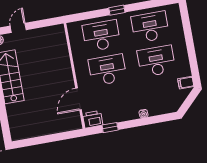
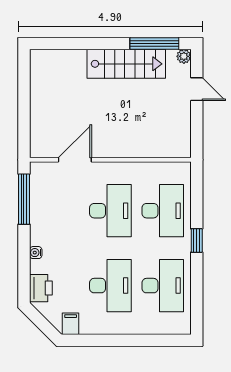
door: (79, 99) -> (75, 160), hinge flipped
printer: (93, 119) -> (41, 288), moved
window: (110, 128) -> (24, 199), width x2.17

